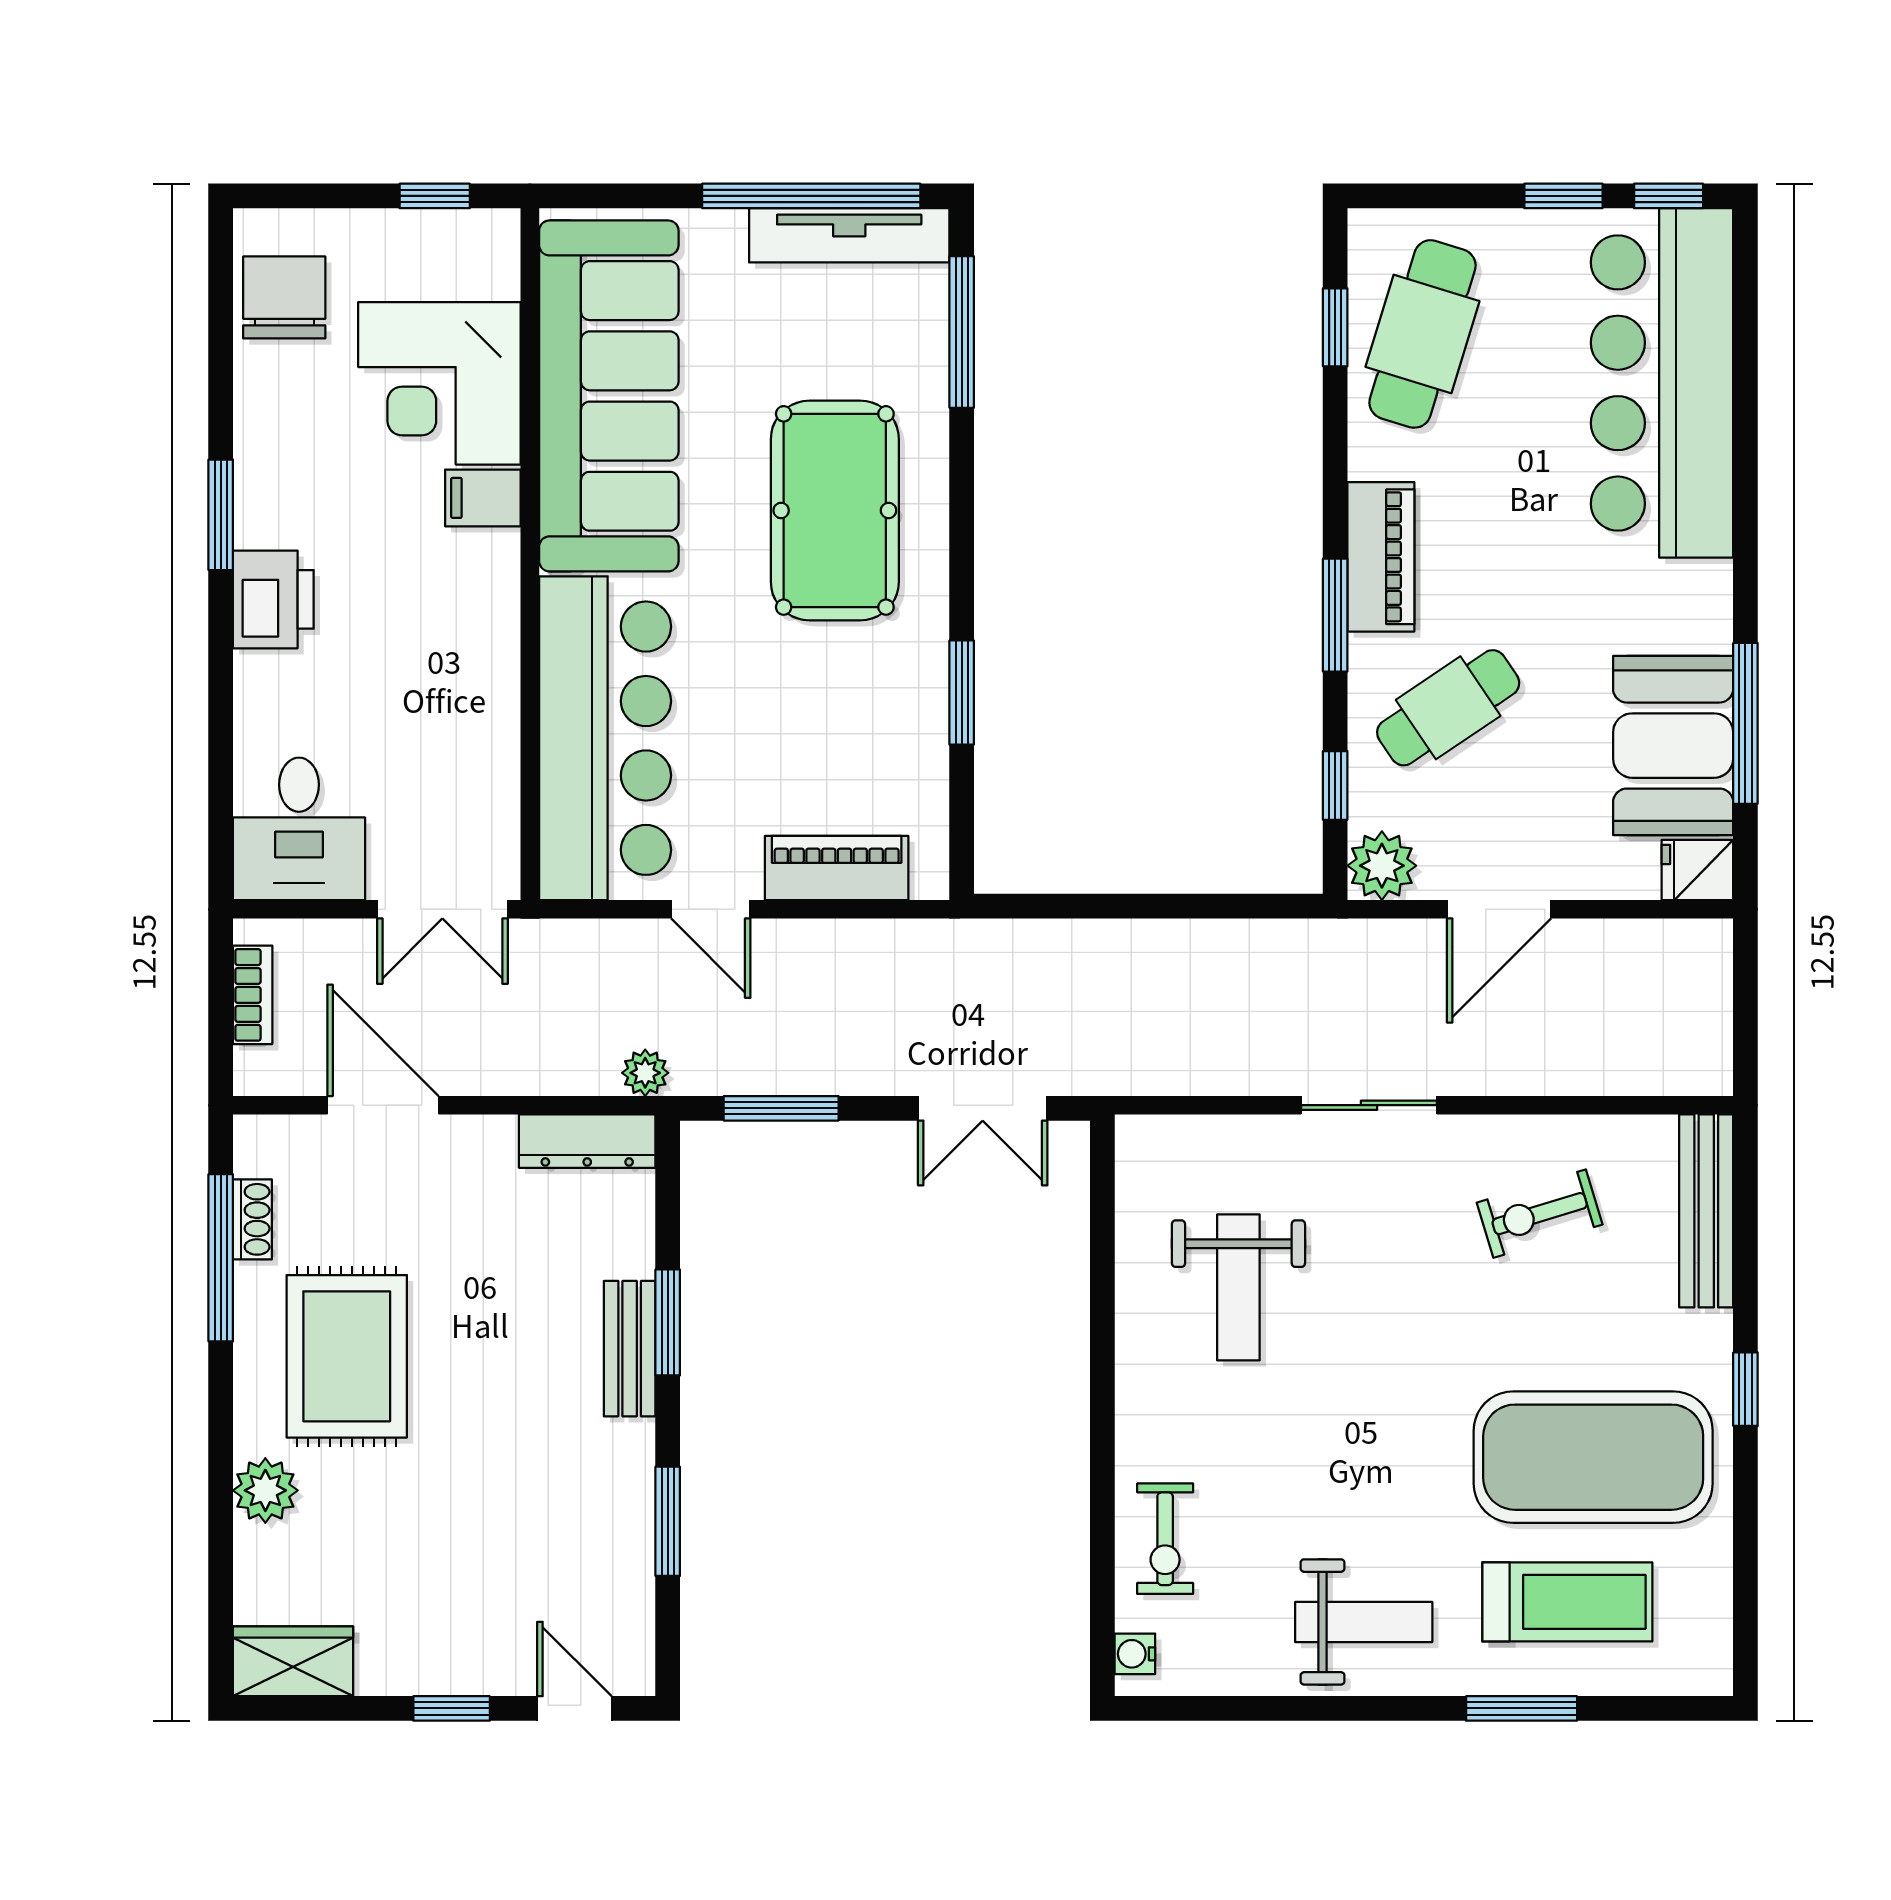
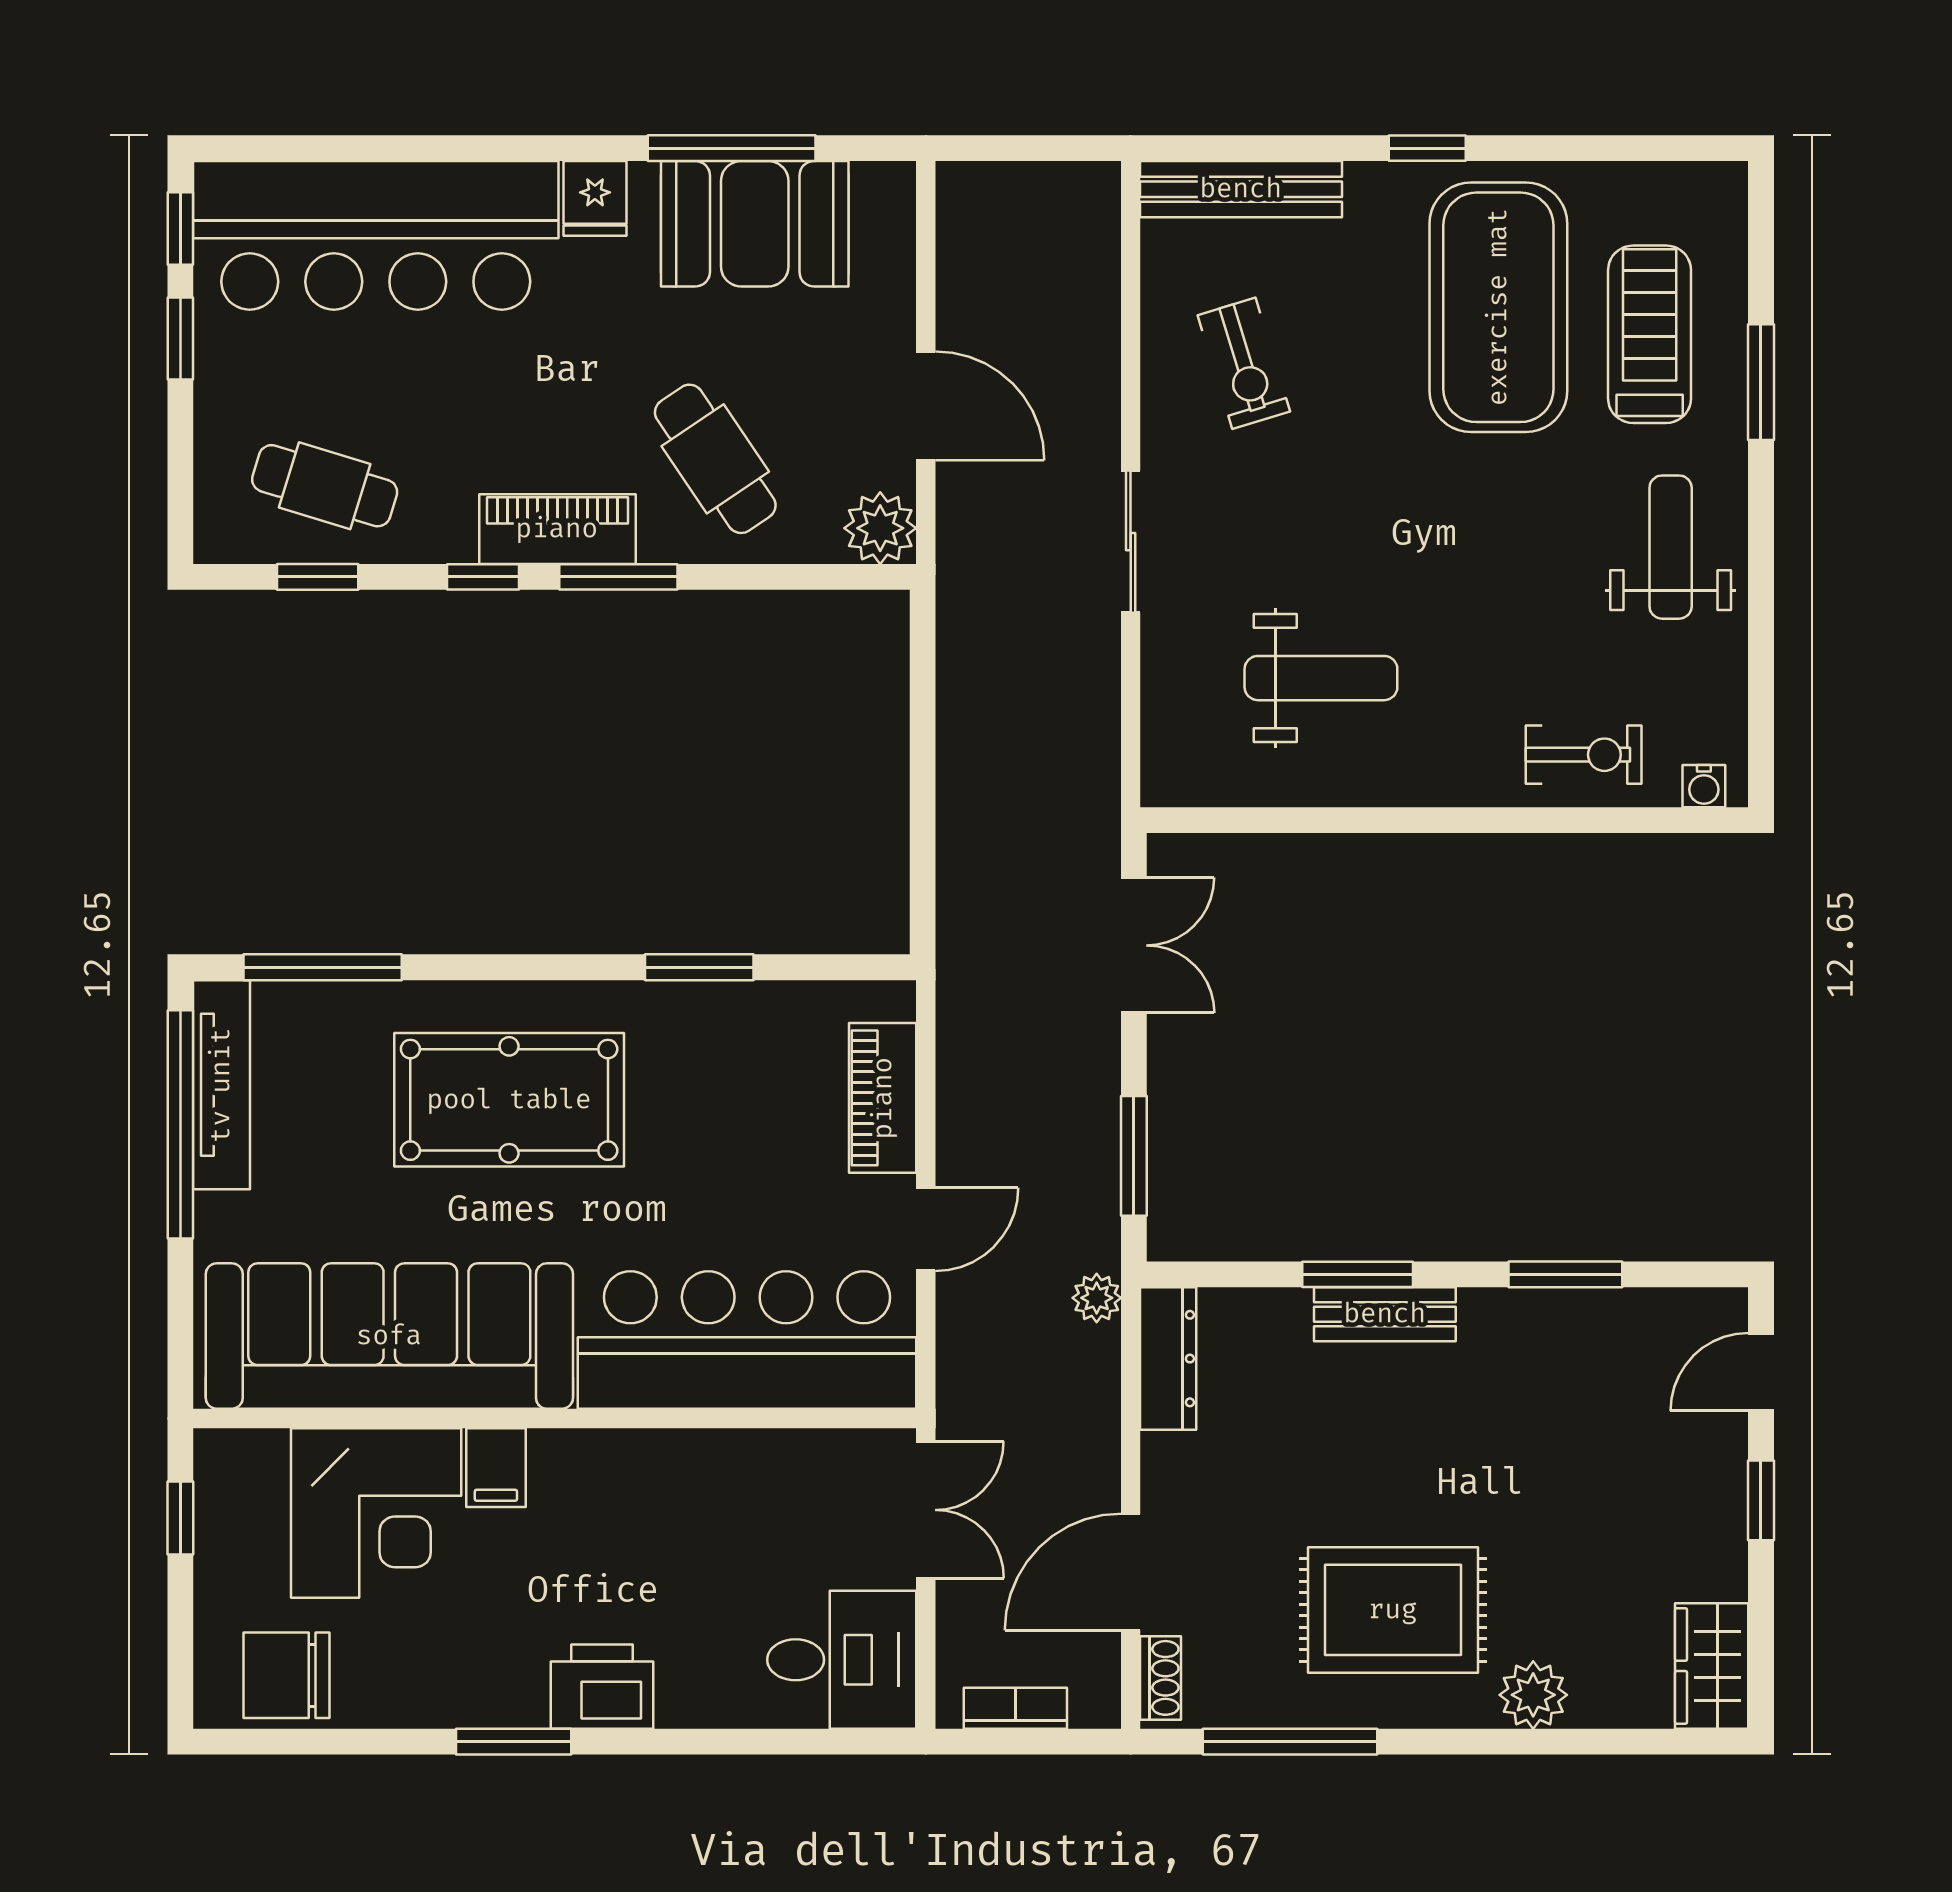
cafe table: (1422, 334) -> (325, 486), width x0.73, depth x0.74
window: (1335, 785) -> (483, 577), moved
fridge: (1697, 870) -> (595, 198), moved
shoe rack: (252, 1219) -> (1161, 1678), moved, turned 90

